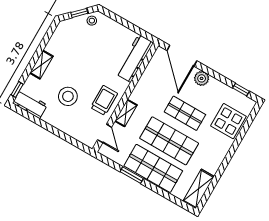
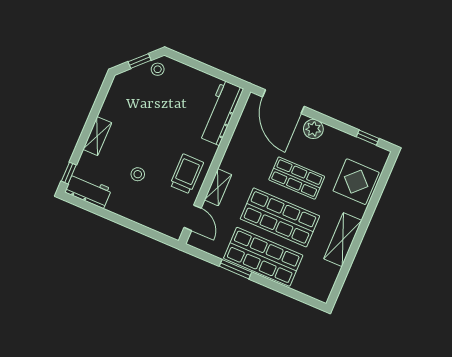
stool: (68, 96) -> (138, 174), width x0.53, depth x0.53
shelving: (199, 189) -> (343, 240), moved

